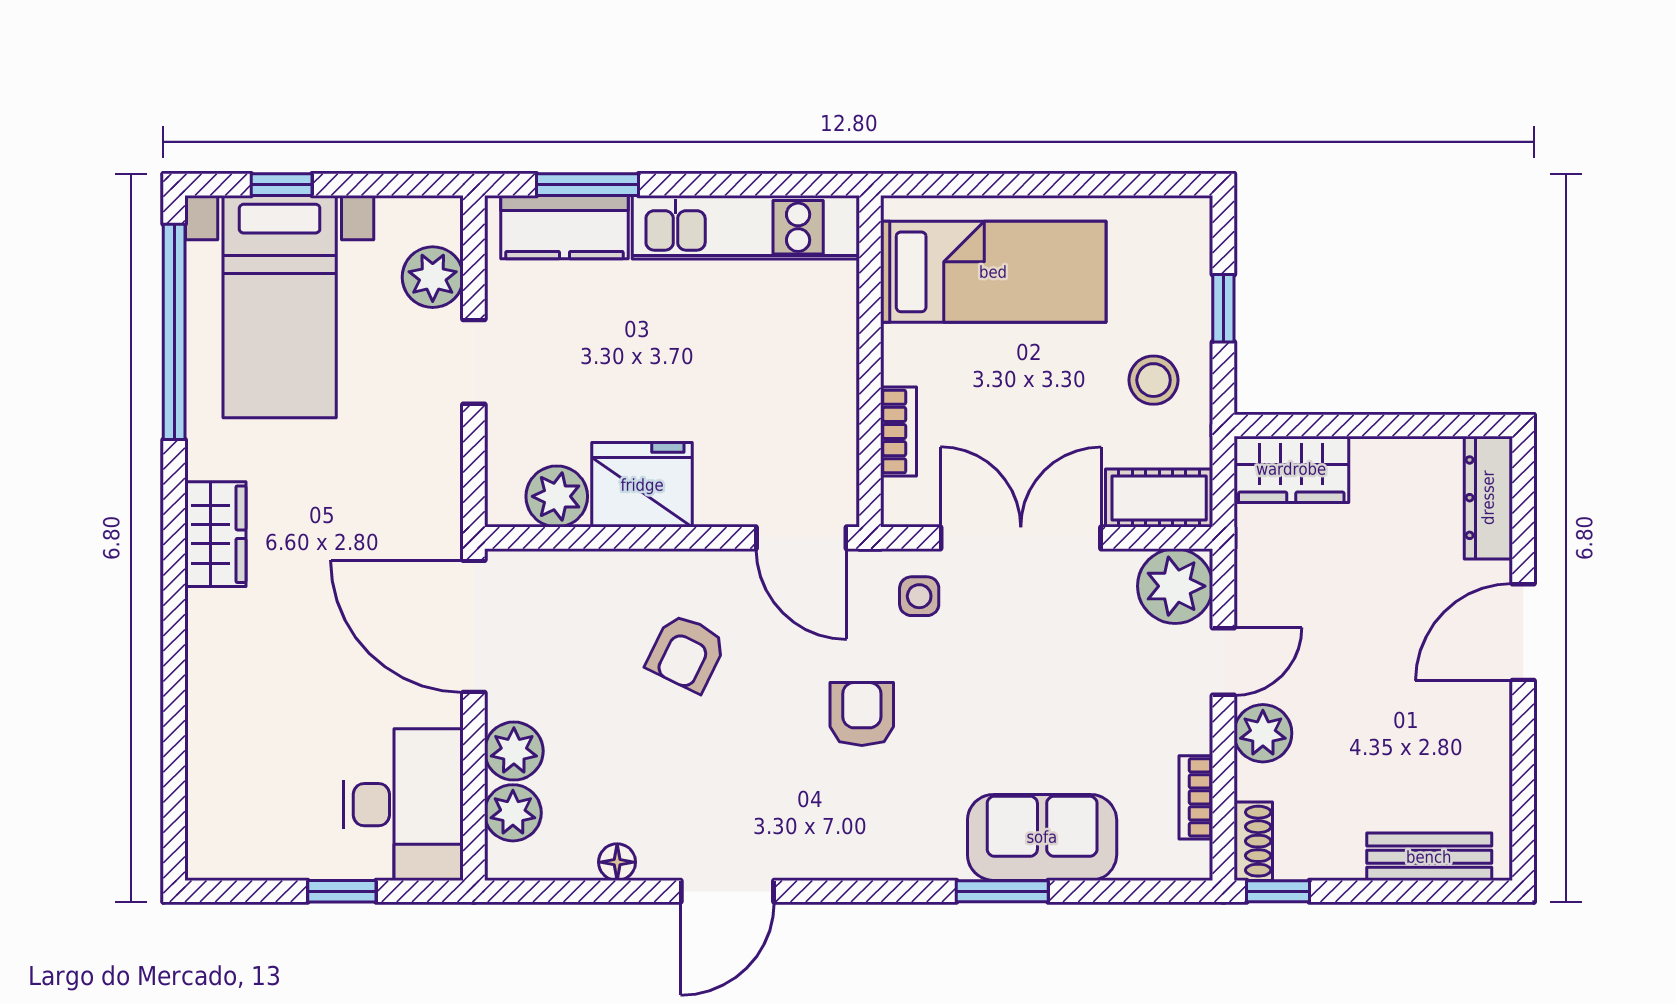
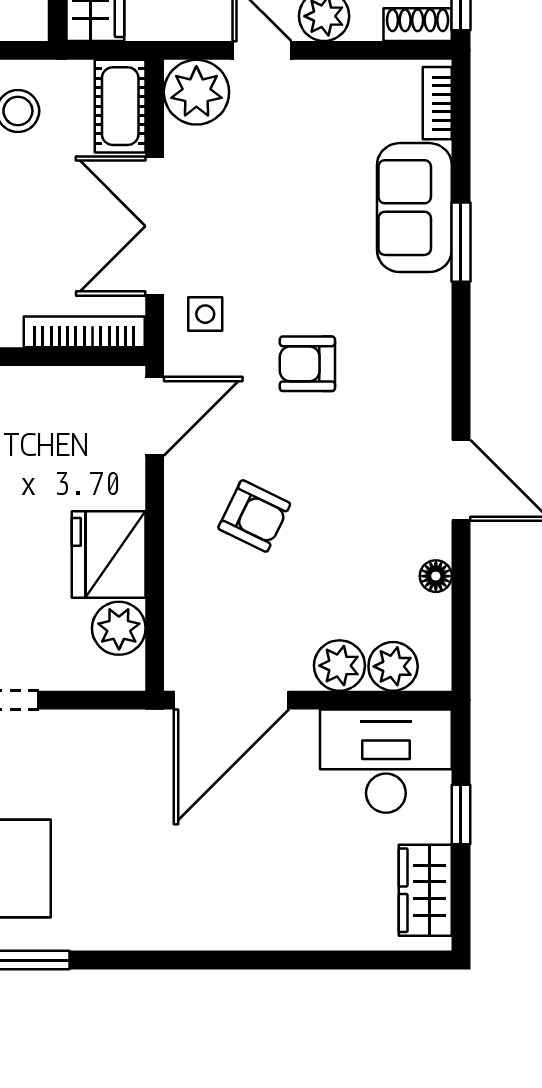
bookcase: (899, 432) -> (84, 332), width x1.56
wardrobe: (215, 534) -> (425, 890), moved, turned -90
bookcase: (1196, 797) -> (437, 103), moved, turned 90

